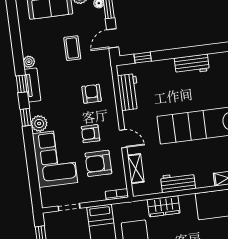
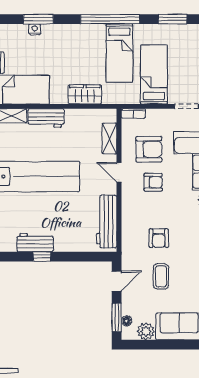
window: (143, 58) -> (42, 257), moved
workbench: (129, 92) -> (107, 222), width x1.37
armchair: (92, 94) -> (159, 238), moved
workbench: (178, 182) -> (46, 118), moved

